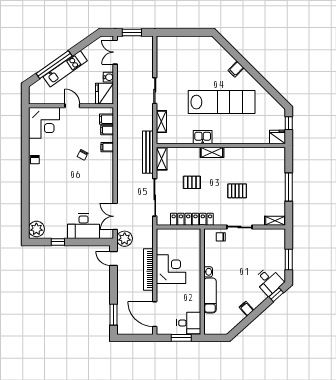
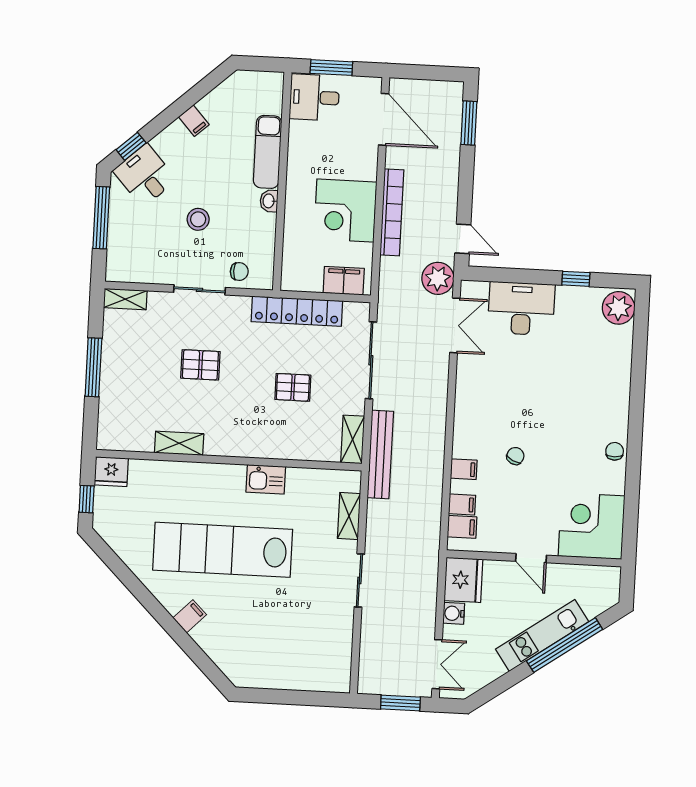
shelving: (212, 152) -> (179, 443), moved
filing cabinet: (170, 235) -> (344, 281), added
window: (289, 259) -> (101, 218), width x1.44
stool: (242, 261) -> (198, 219), added

